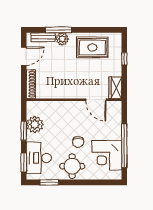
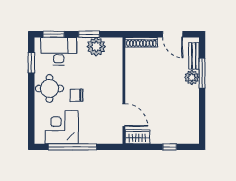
rug: (92, 47) -> (182, 111), removed
door: (96, 100) -> (124, 115), swing flipped

